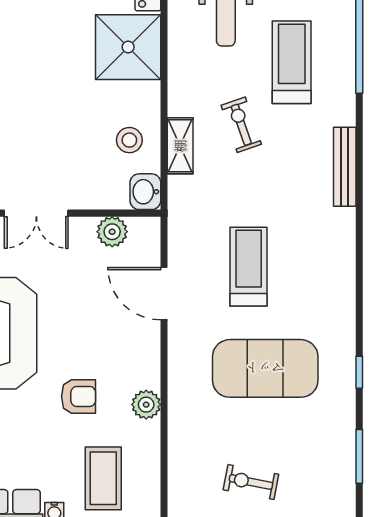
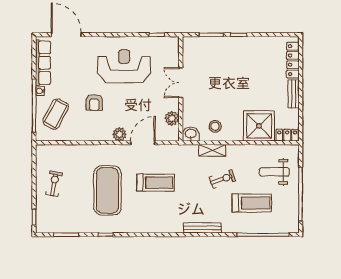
plant: (146, 405) -> (119, 134), moved
coffee table: (103, 478) -> (56, 114), turned -62

